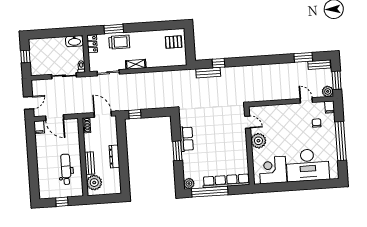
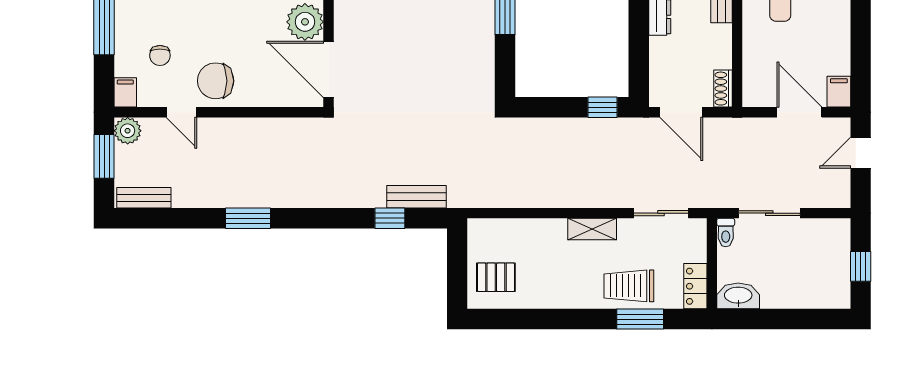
window: (303, 57) -> (248, 218), moved
chair: (293, 114) -> (216, 81), added
door: (248, 122) -> (329, 69), width x1.88
row of seats: (187, 139) -> (480, 38), removed

